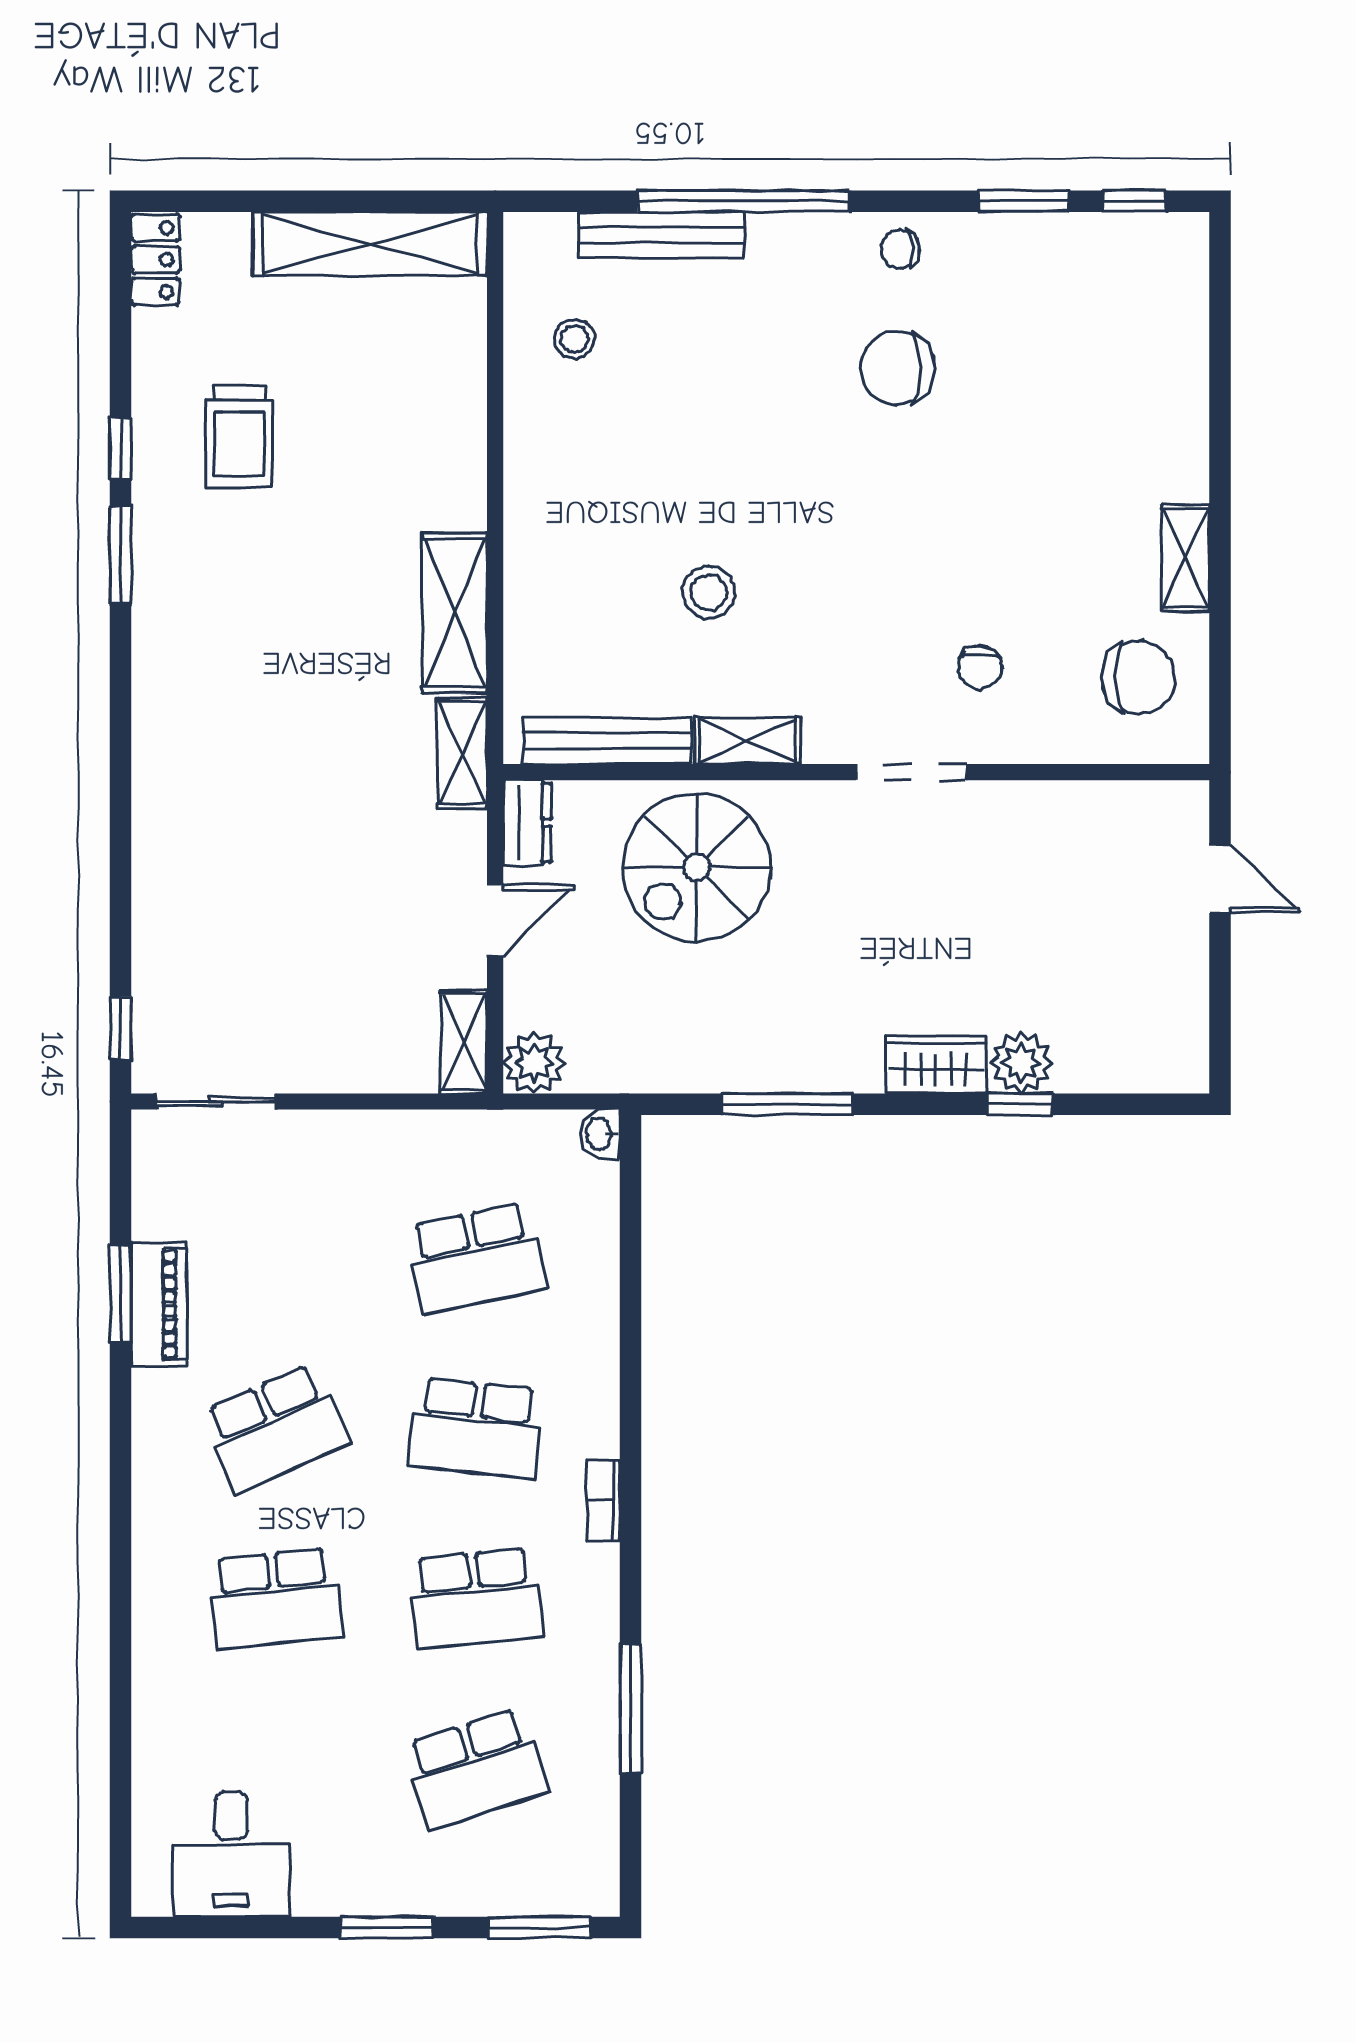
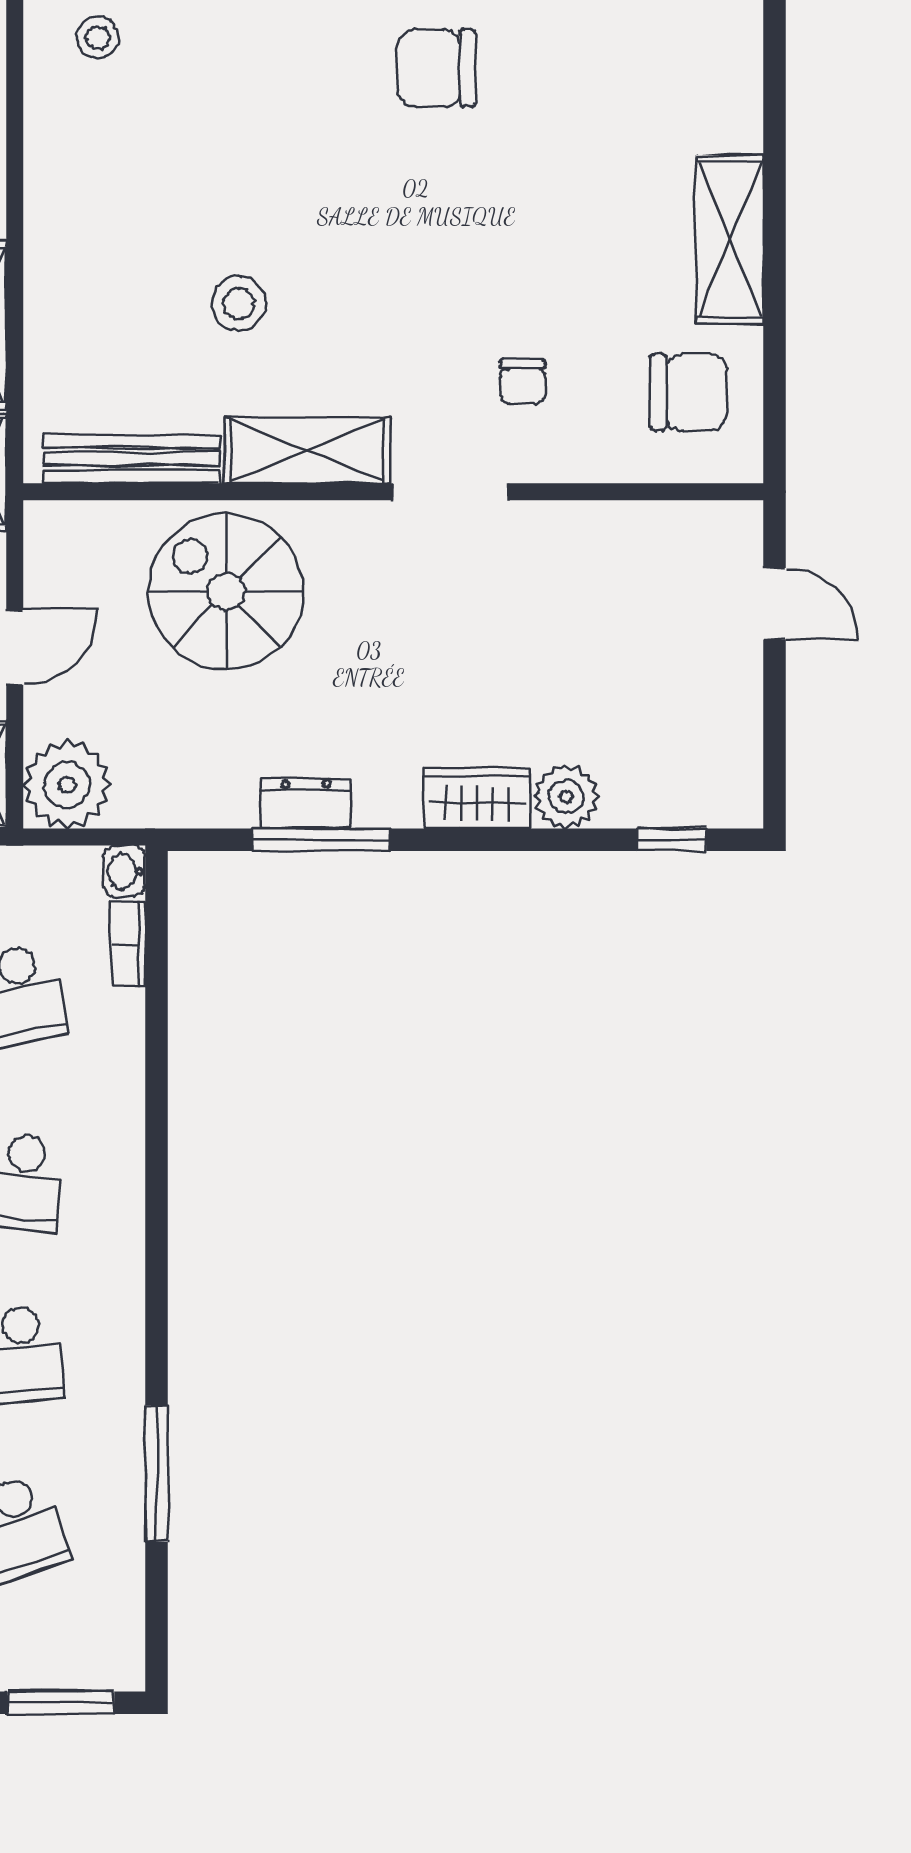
shelving: (1185, 558) -> (730, 239), width x1.50, depth x1.33
shelving: (747, 740) -> (307, 450), width x1.50, depth x1.33
dresser: (527, 823) -> (306, 803), moved, turned -90
spiral stairs: (697, 867) -> (226, 592), turned 90
plant: (534, 1063) -> (67, 785), width x1.36, depth x1.36
window: (1020, 1104) -> (671, 840), moved
bookcase: (604, 1501) -> (128, 944), moved

